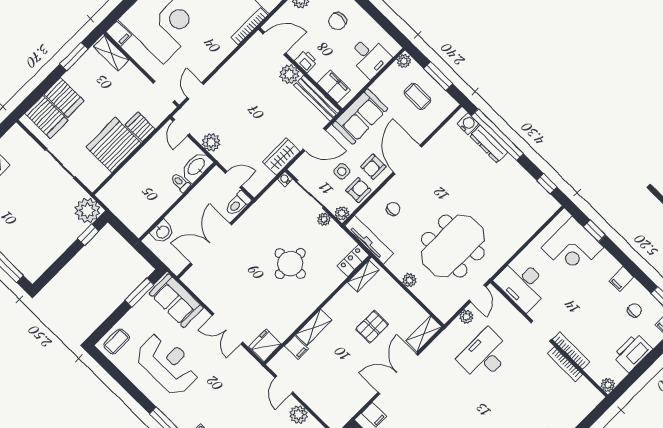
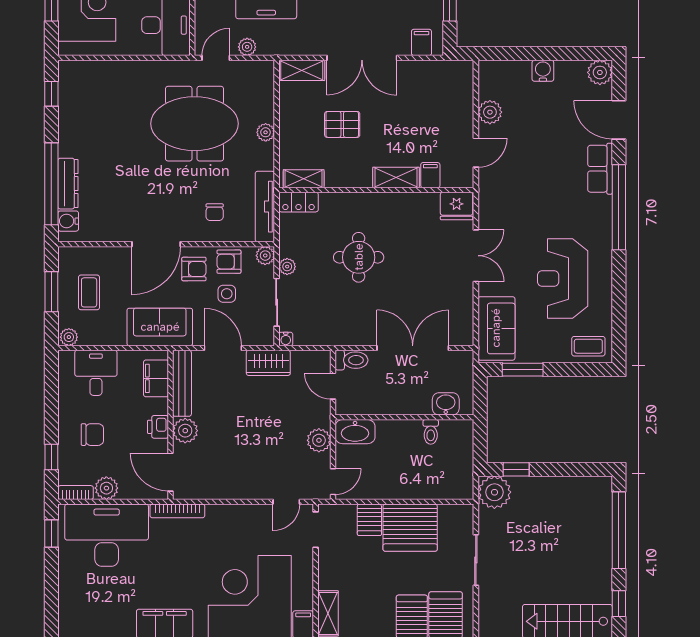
toilet: (180, 183) -> (431, 432), moved
chair: (393, 209) -> (215, 212), turned -90
double door: (211, 244) -> (413, 348), swing flipped

